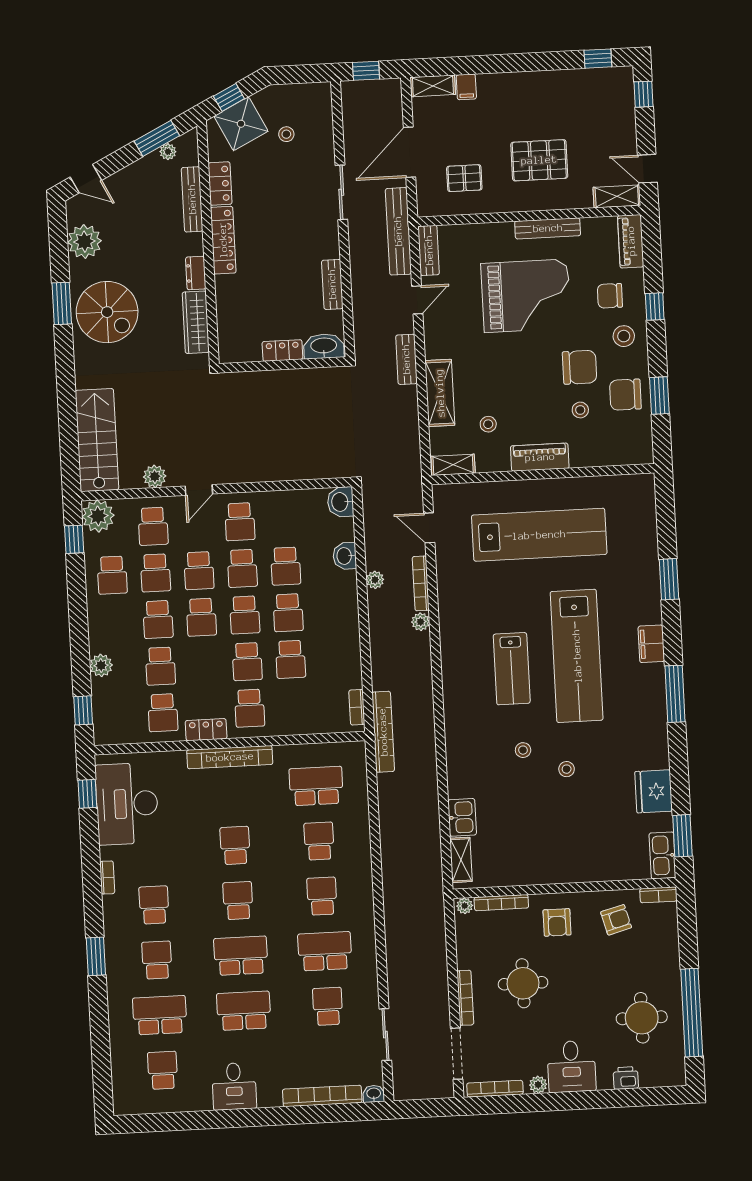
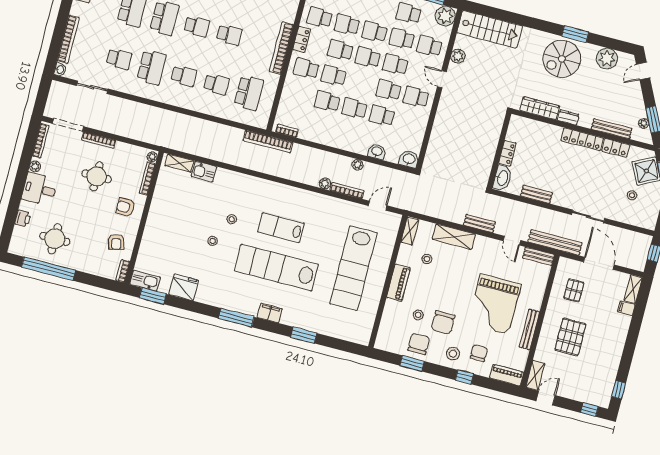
school desk: (245, 615) -> (340, 50), moved

